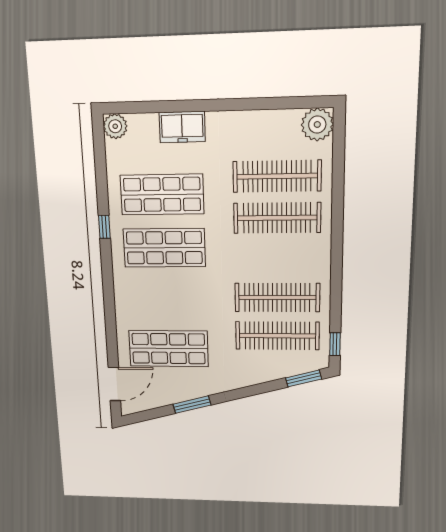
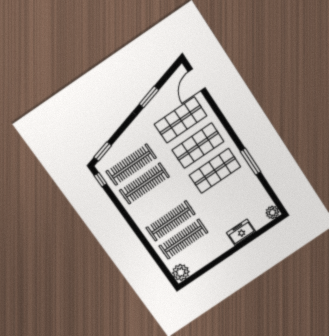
shop shelf: (162, 194) -> (198, 146), moved
window: (104, 227) -> (250, 162), width x2.17

